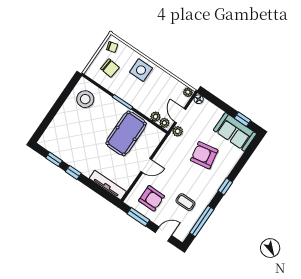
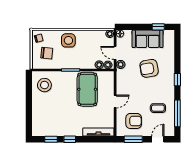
sofa: (235, 132) -> (148, 39), moved

